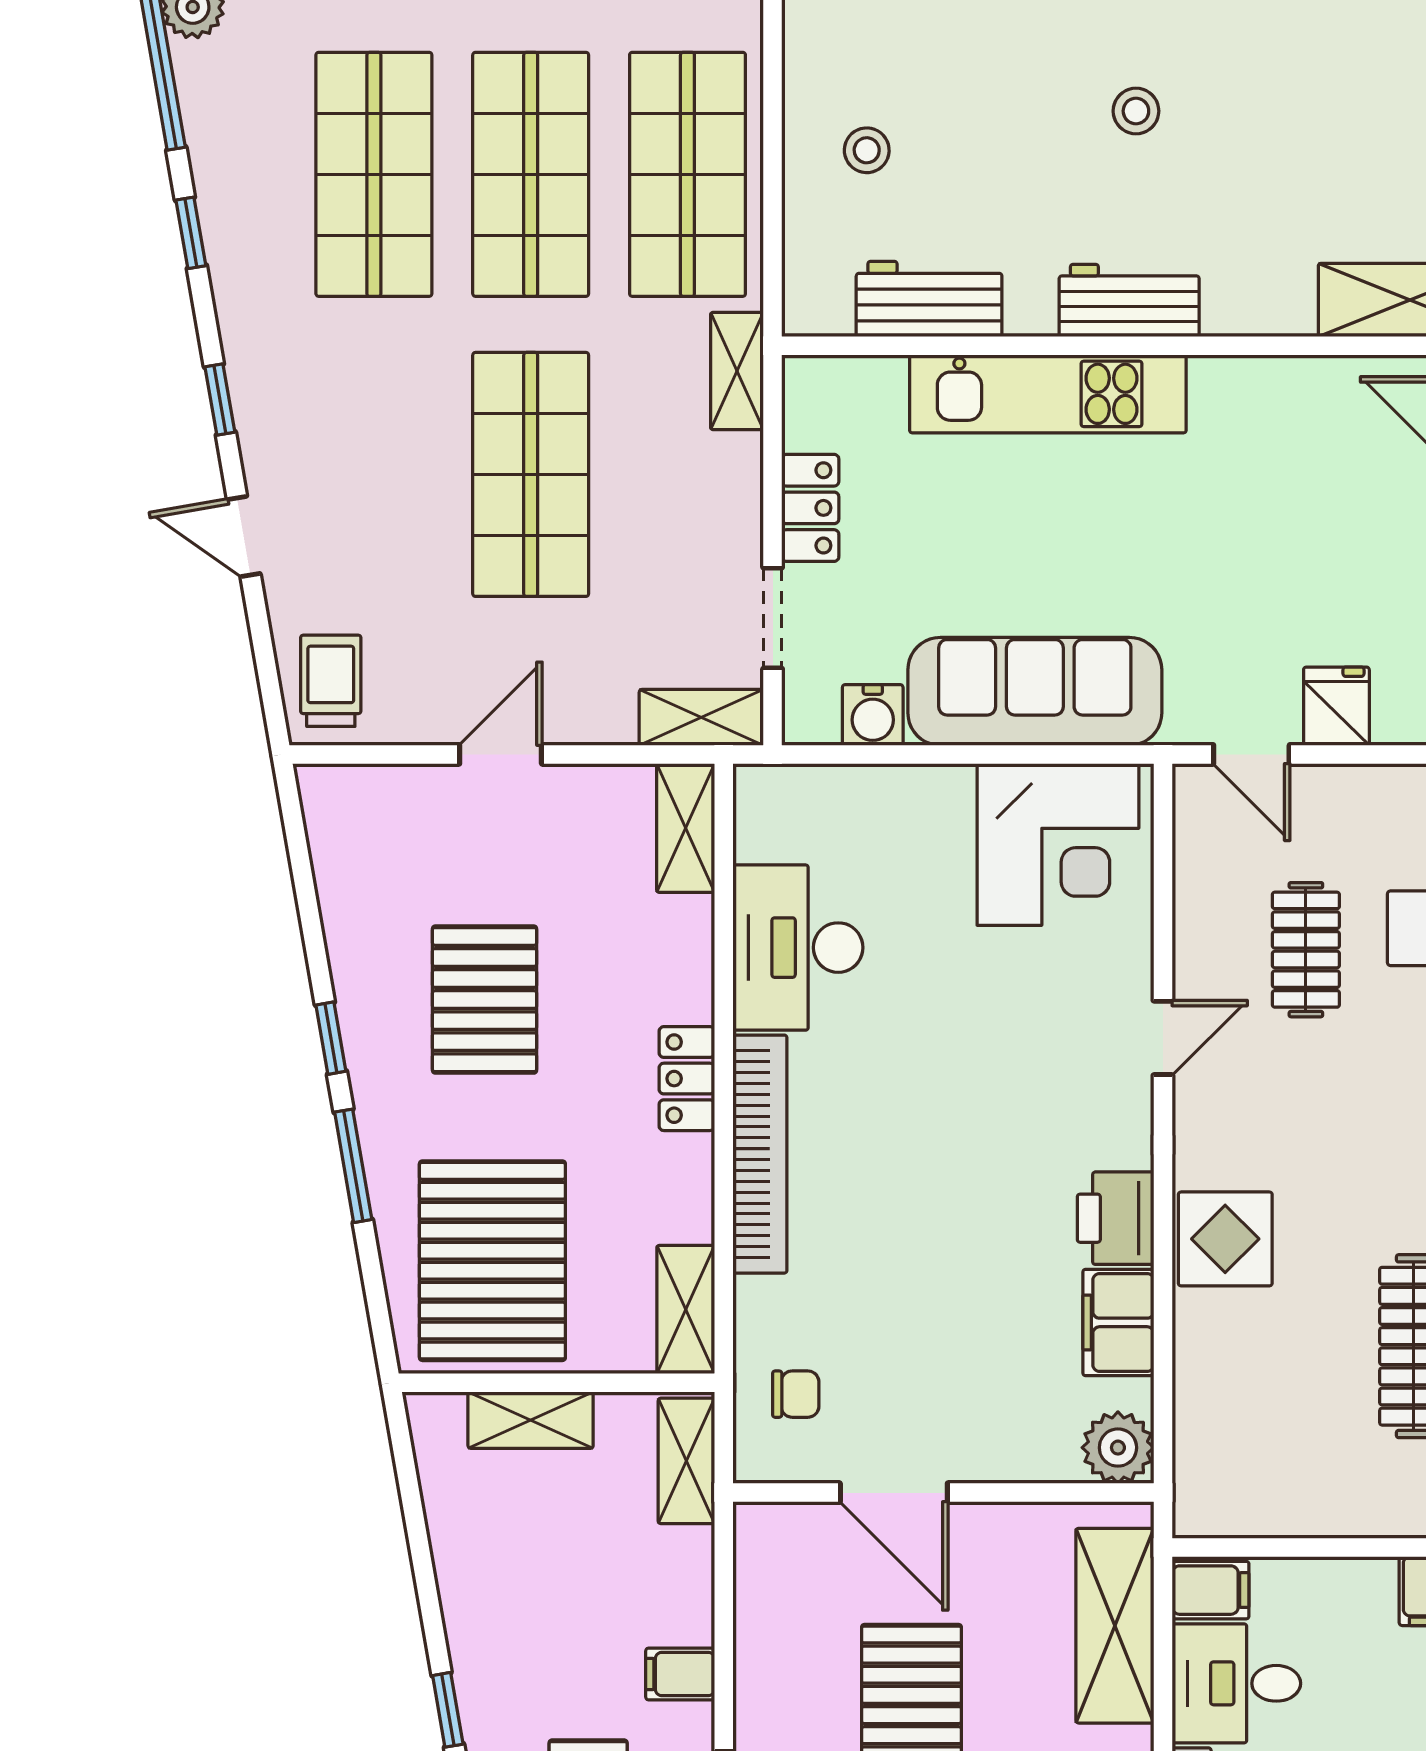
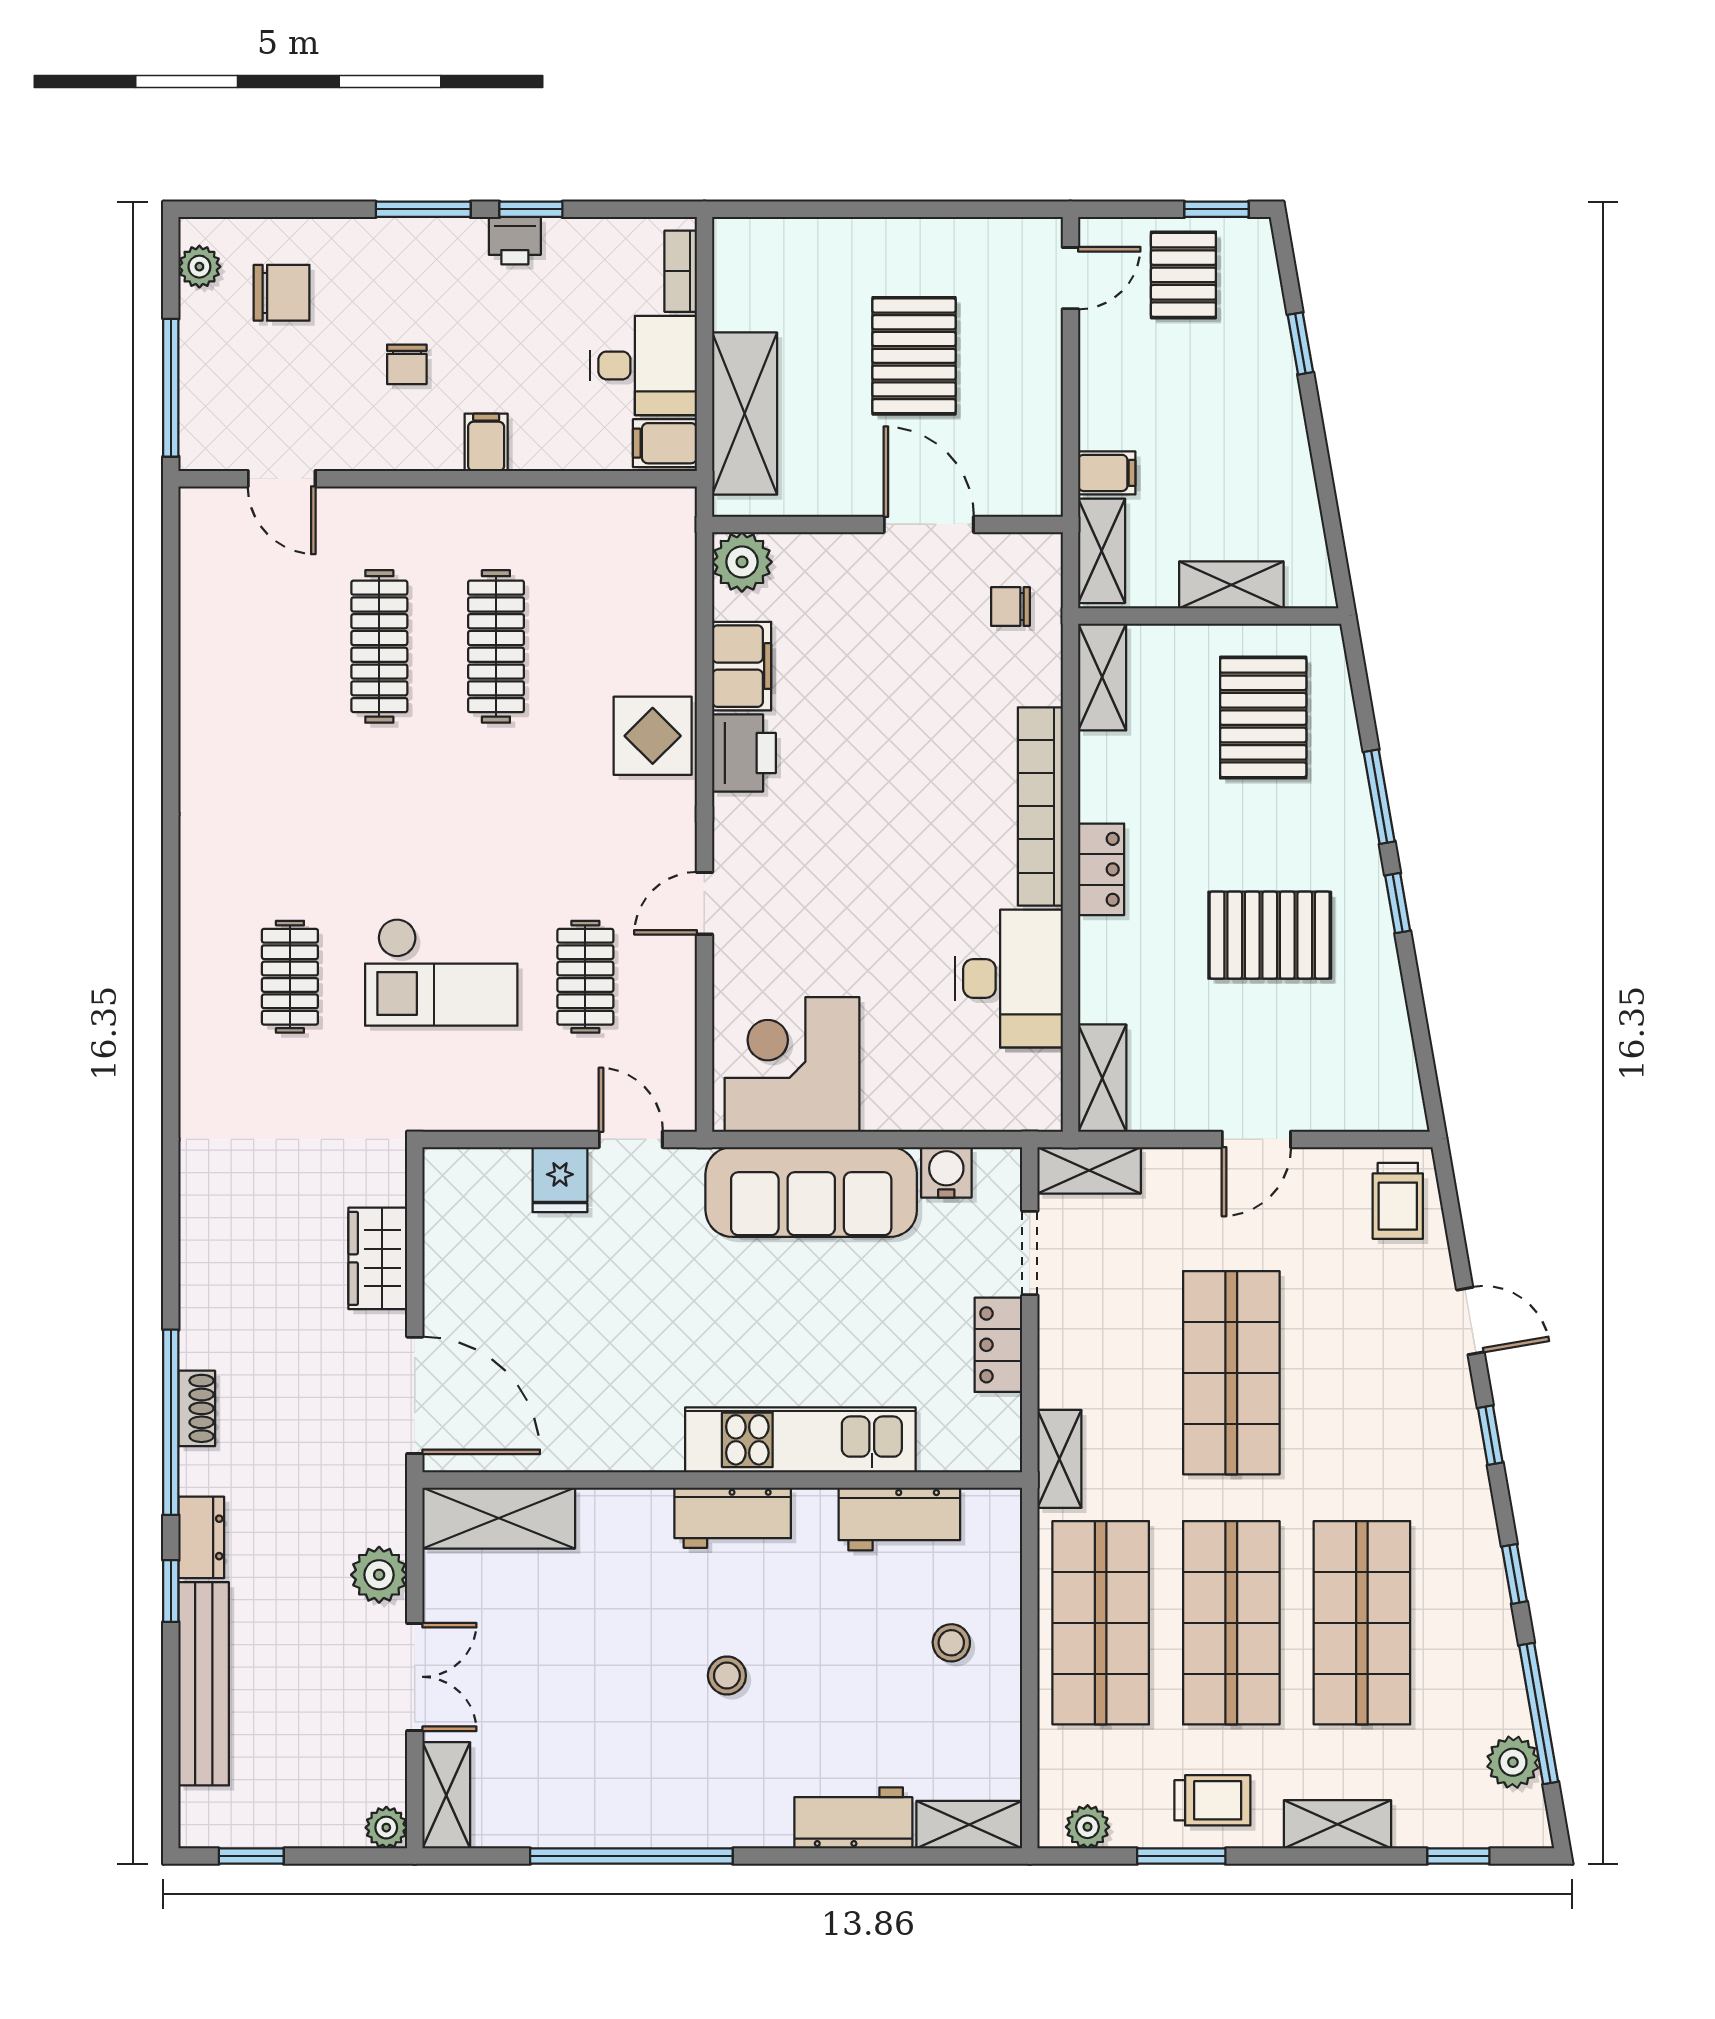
pallet: (485, 1000) -> (1270, 935), turned 90
pallet: (492, 1261) -> (1263, 718), width x0.73, depth x0.71
filing cabinet: (680, 1674) -> (1107, 473), moved

